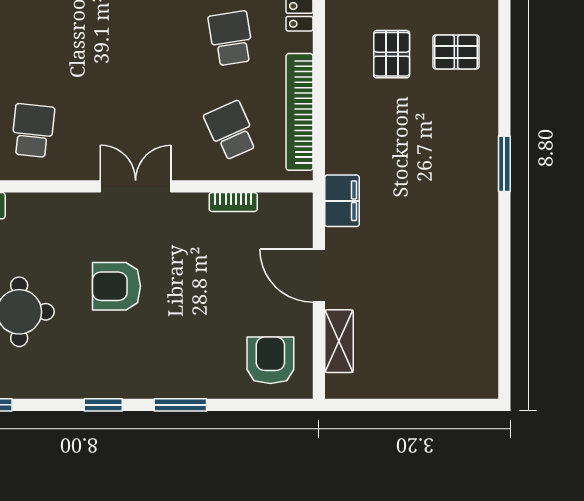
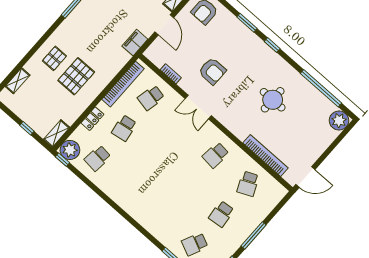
pallet: (456, 52) -> (54, 58), turned 90
pallet: (392, 54) -> (76, 76), width x1.50, depth x1.42
school desk: (231, 131) -> (151, 98), turned 36
armchair: (116, 286) -> (212, 71), moved

